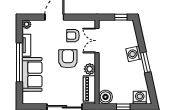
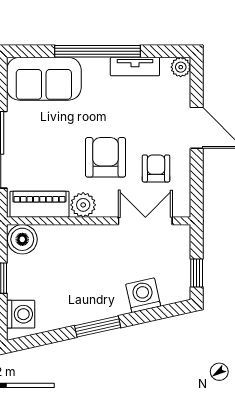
washing machine: (134, 54) -> (143, 295), moved
armchair: (68, 59) -> (106, 157), turned -90
sofa: (32, 74) -> (44, 79), moved

